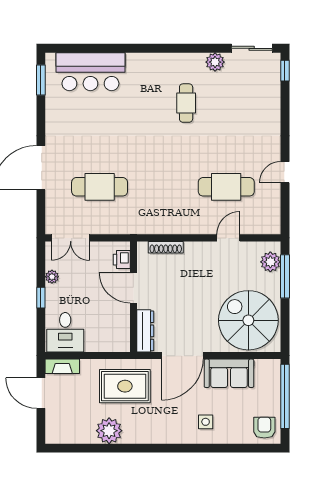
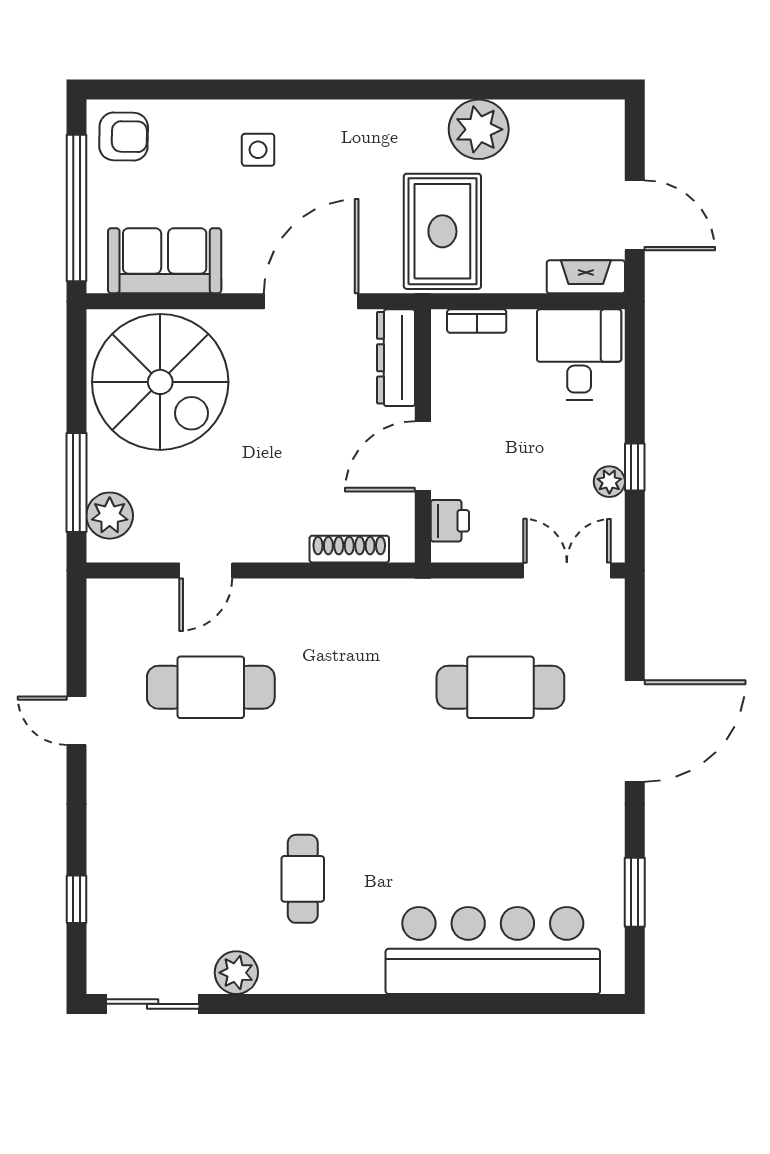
window: (285, 71) -> (77, 899), moved
bar counter: (90, 72) -> (493, 950), width x1.36
window: (41, 80) -> (635, 892), moved
door: (285, 172) -> (77, 721), swing flipped
door: (133, 288) -> (423, 456), swing flipped
window: (41, 298) -> (635, 467), moved
bookcase: (110, 347) -> (477, 321), added
sofa: (229, 373) -> (165, 261), moved
rug: (125, 386) -> (442, 231), turned 90
armchair: (264, 428) -> (124, 137), turned -89

